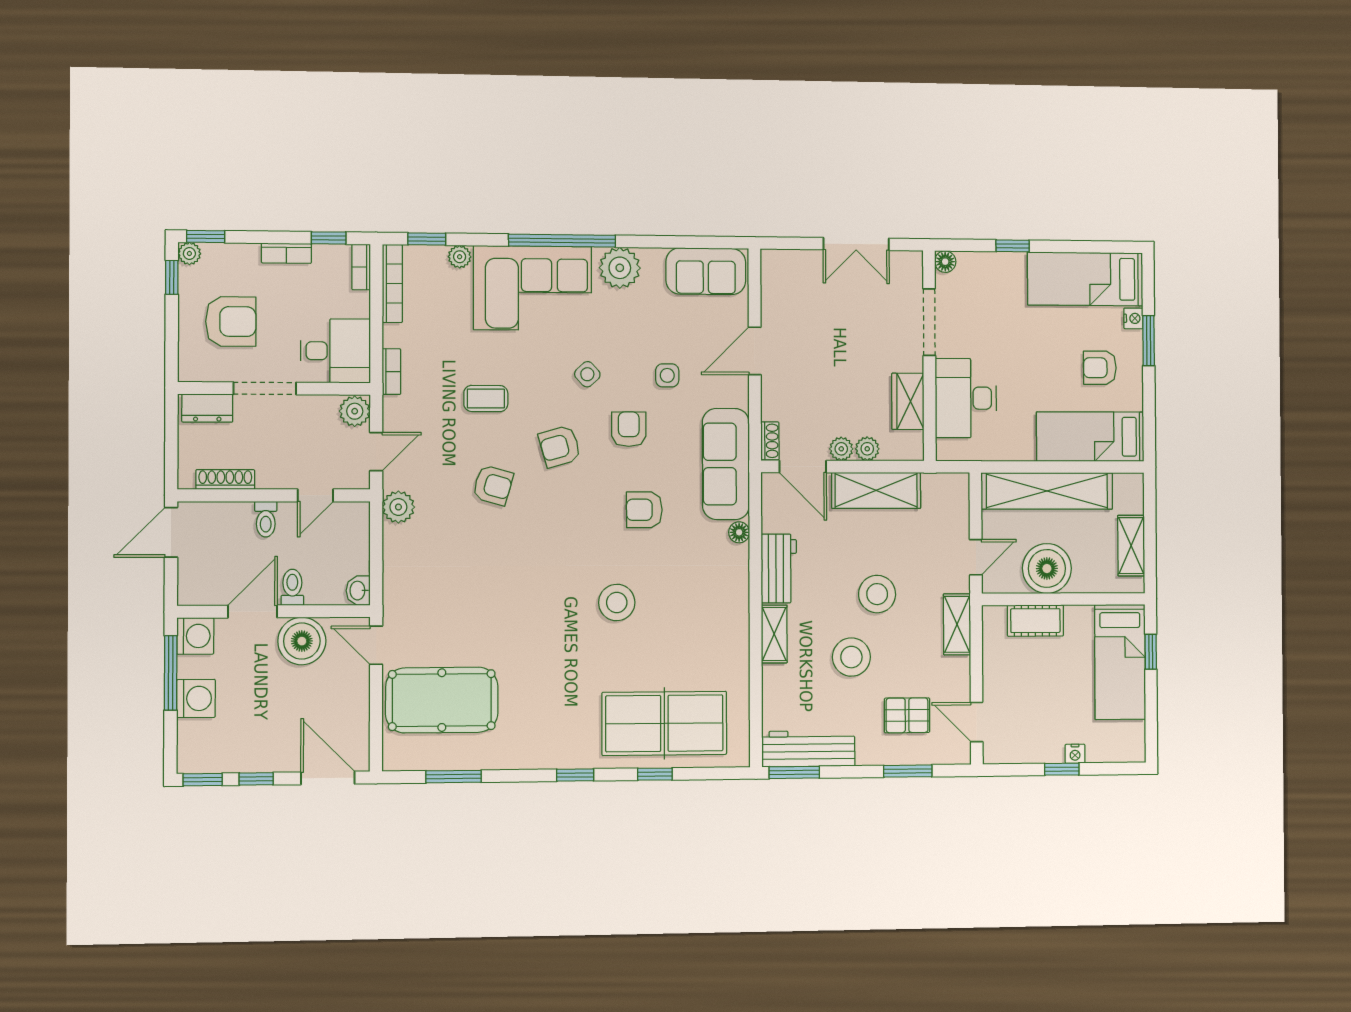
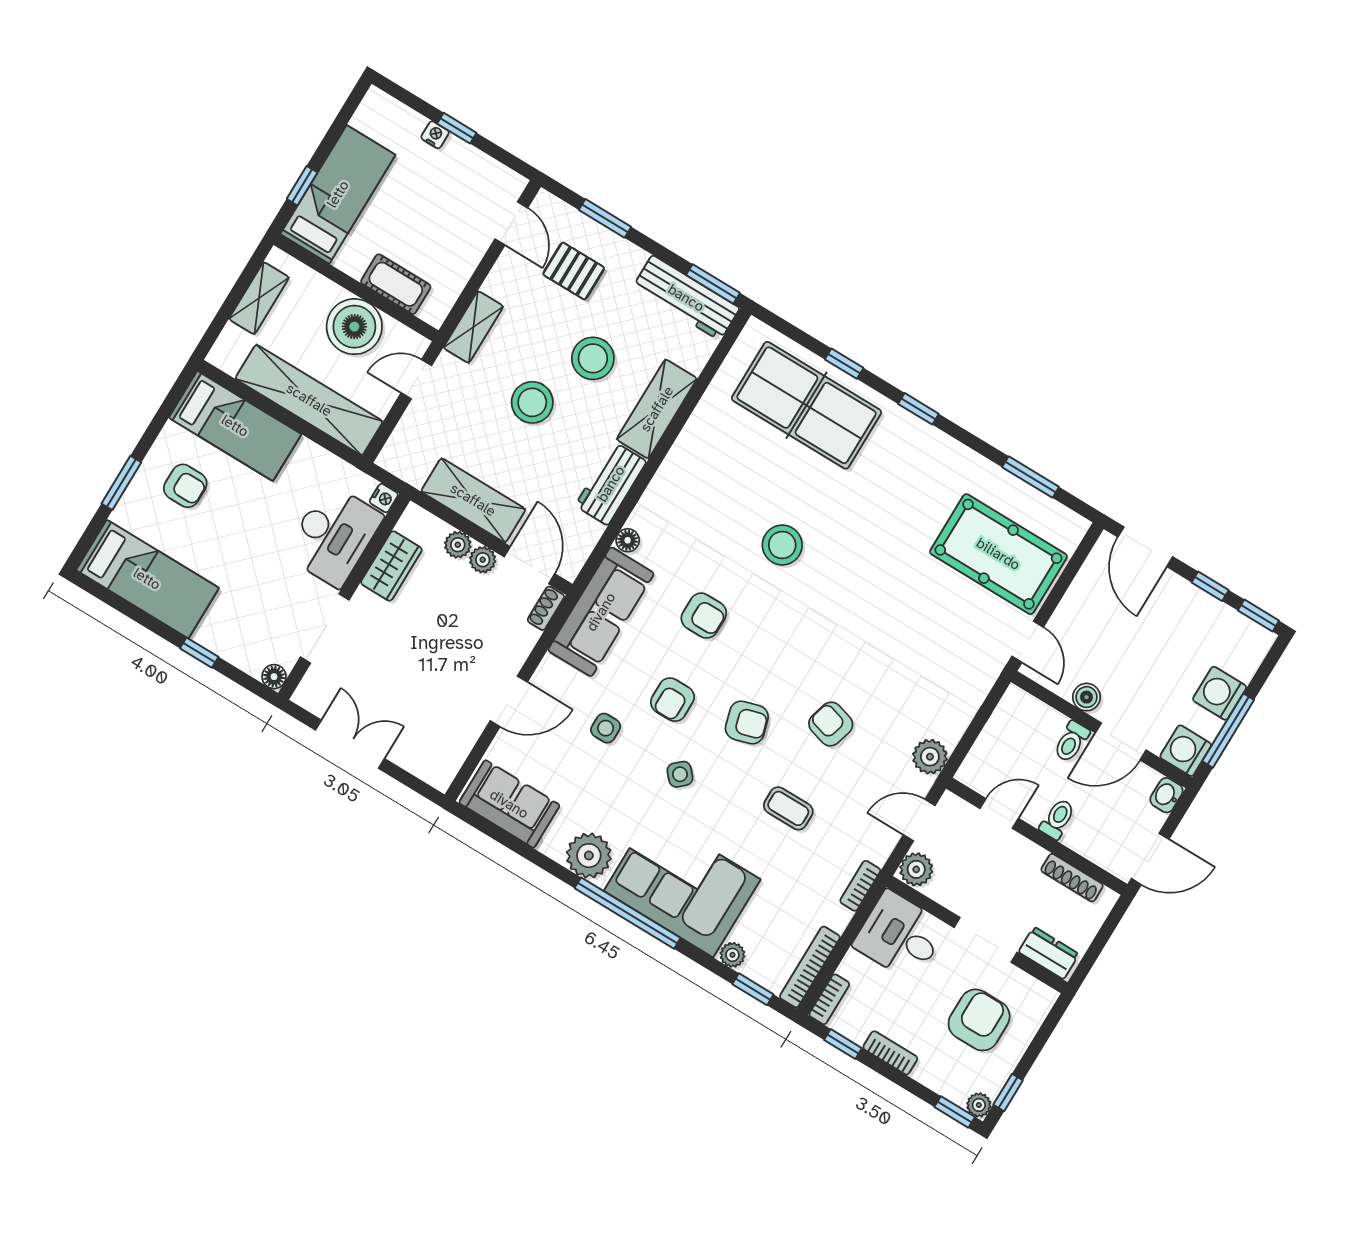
nightstand: (1133, 318) -> (384, 498), moved, turned 180
armchair: (231, 321) -> (979, 1020), turned 90
washbasin: (358, 591) -> (1166, 795), moved, turned 180
shelving: (774, 634) -> (657, 409), width x1.50, depth x1.33
boiler: (302, 641) -> (1087, 697), width x0.54, depth x0.54

